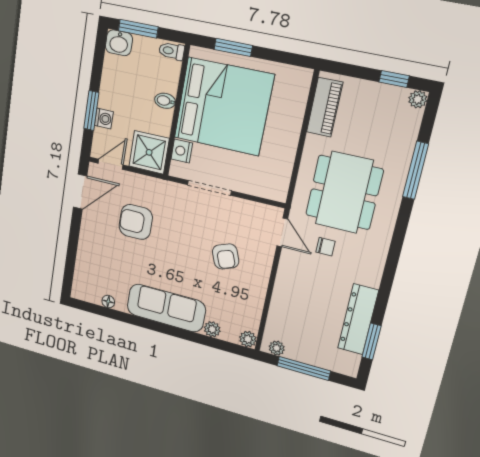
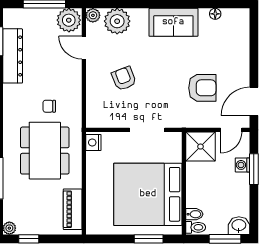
bidet: (165, 101) -> (194, 214), moved
nightstand: (182, 151) -> (93, 142), moved, turned 180
door: (282, 232) -> (84, 48), moved
sofa: (166, 308) -> (173, 22), width x0.73
plant: (212, 329) -> (117, 21), width x1.88, depth x1.88
plant: (277, 348) -> (69, 20), width x1.88, depth x1.88

